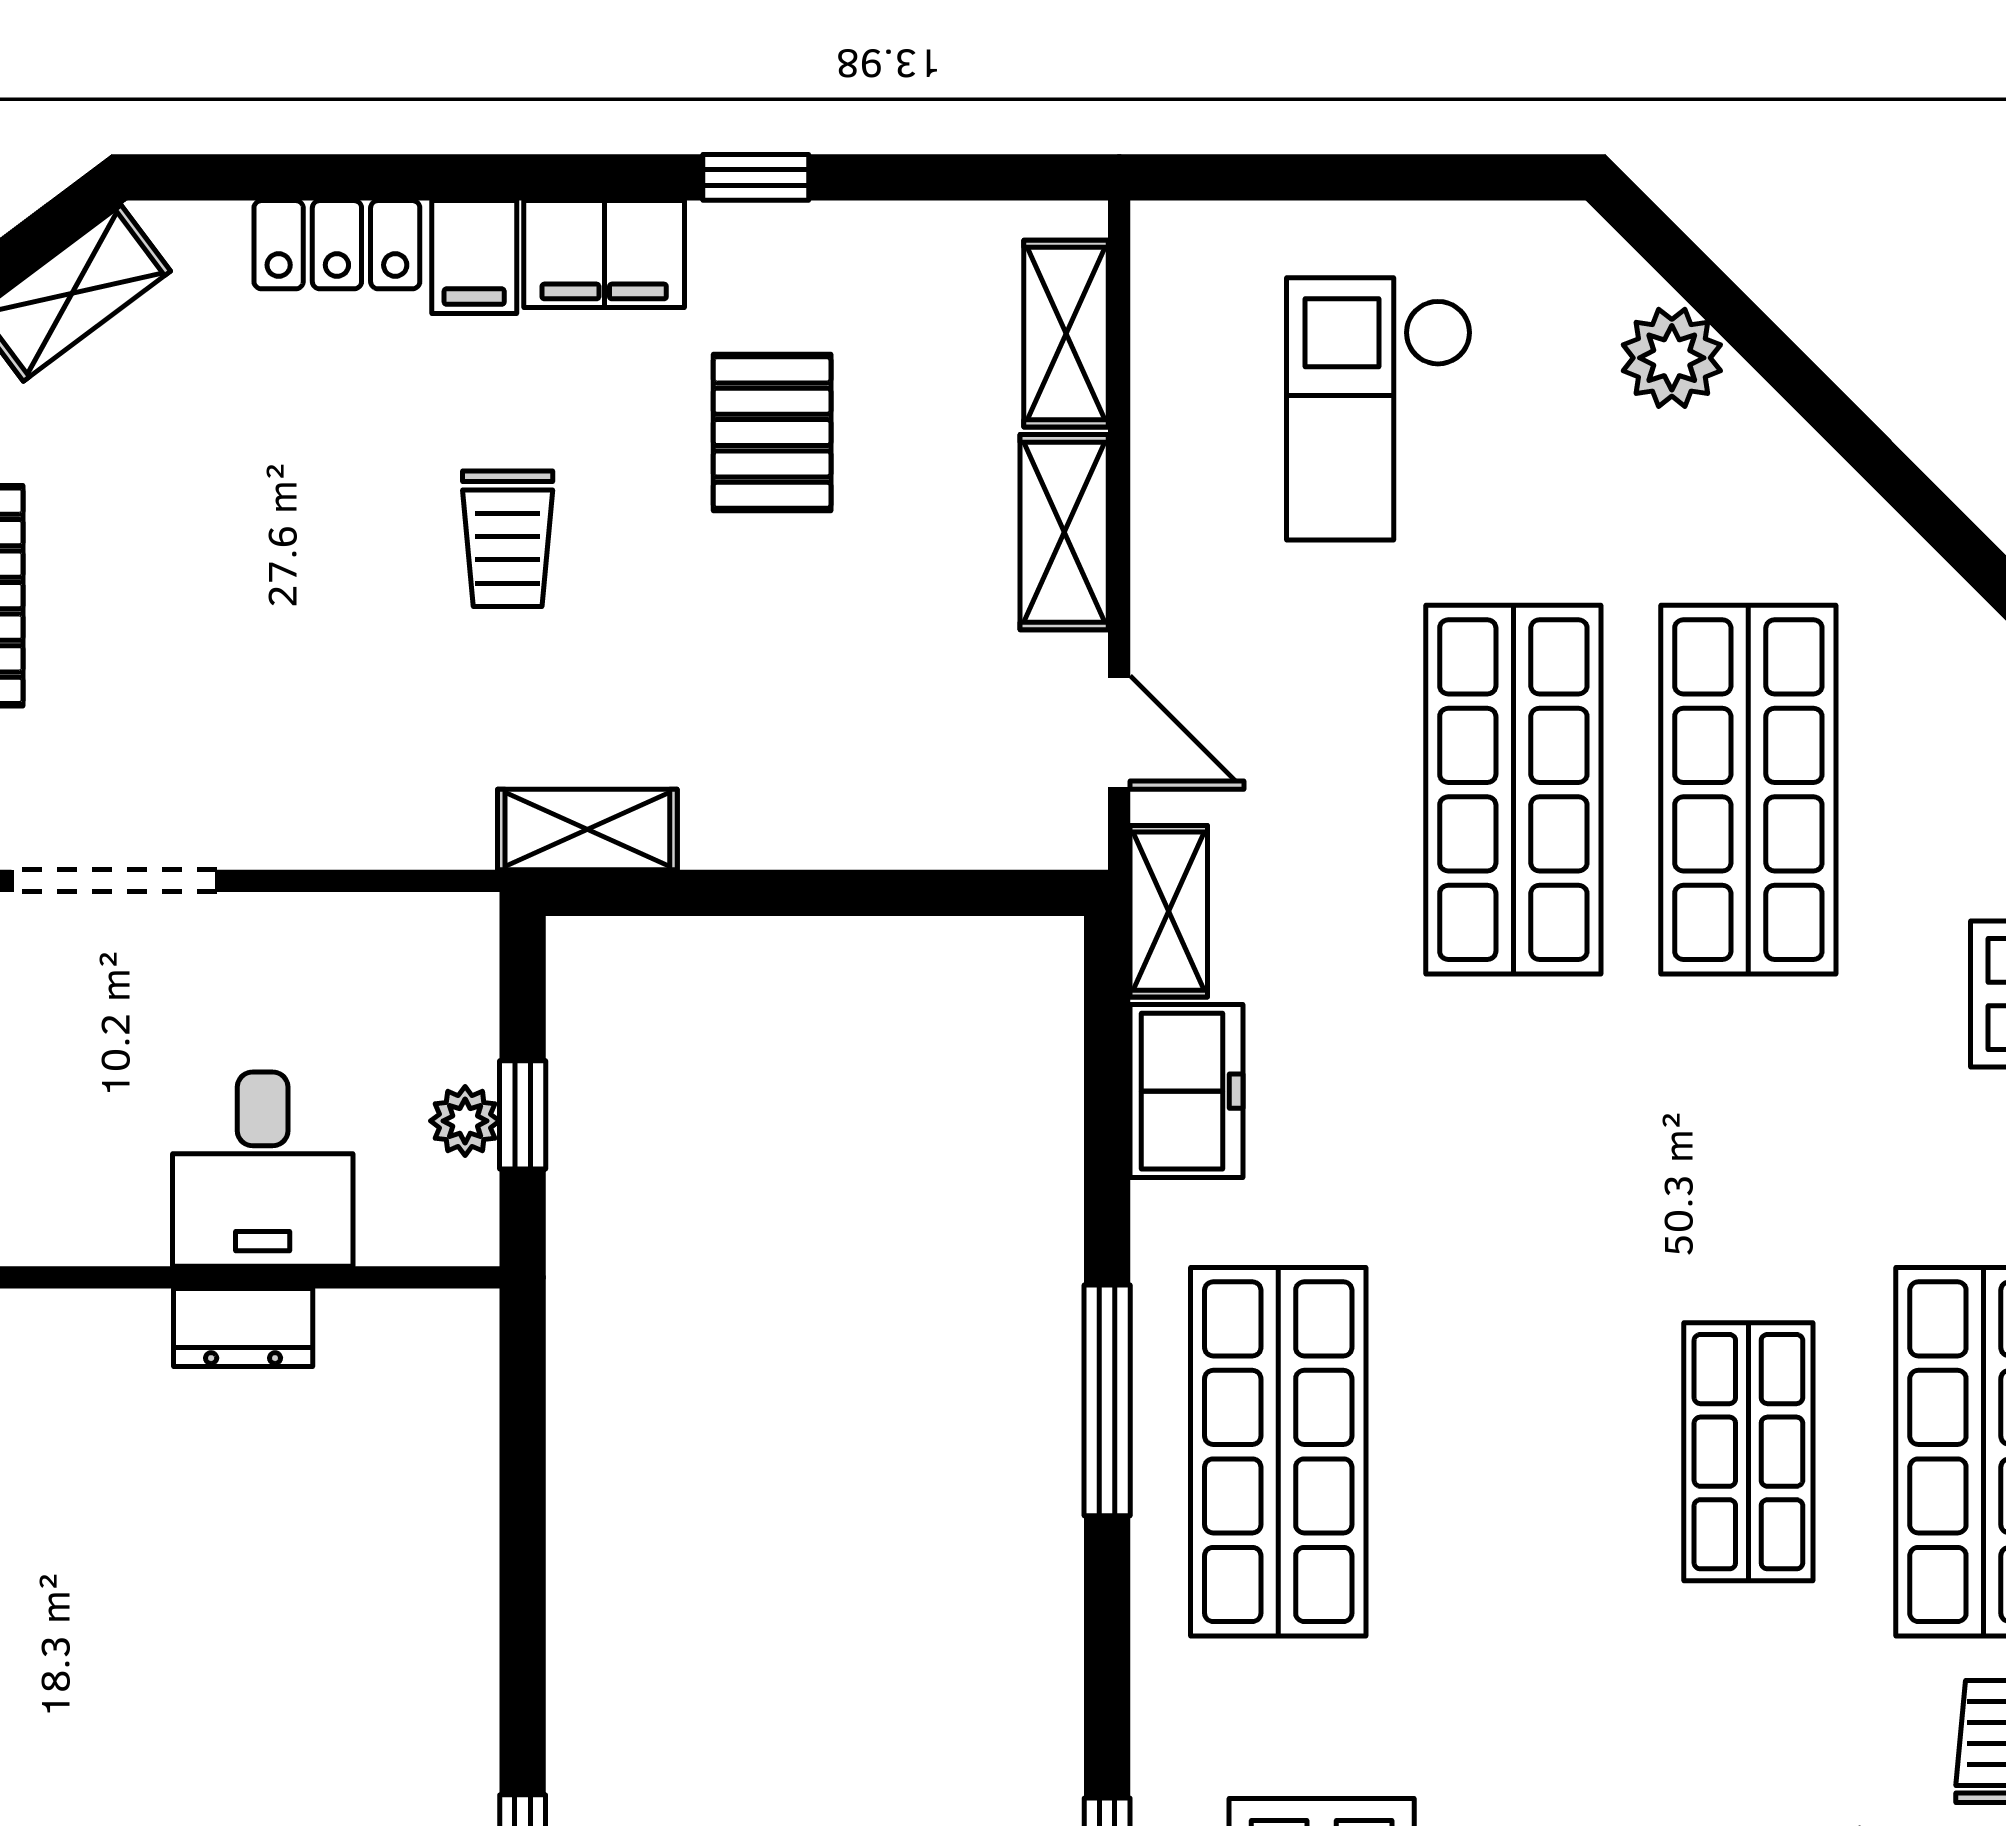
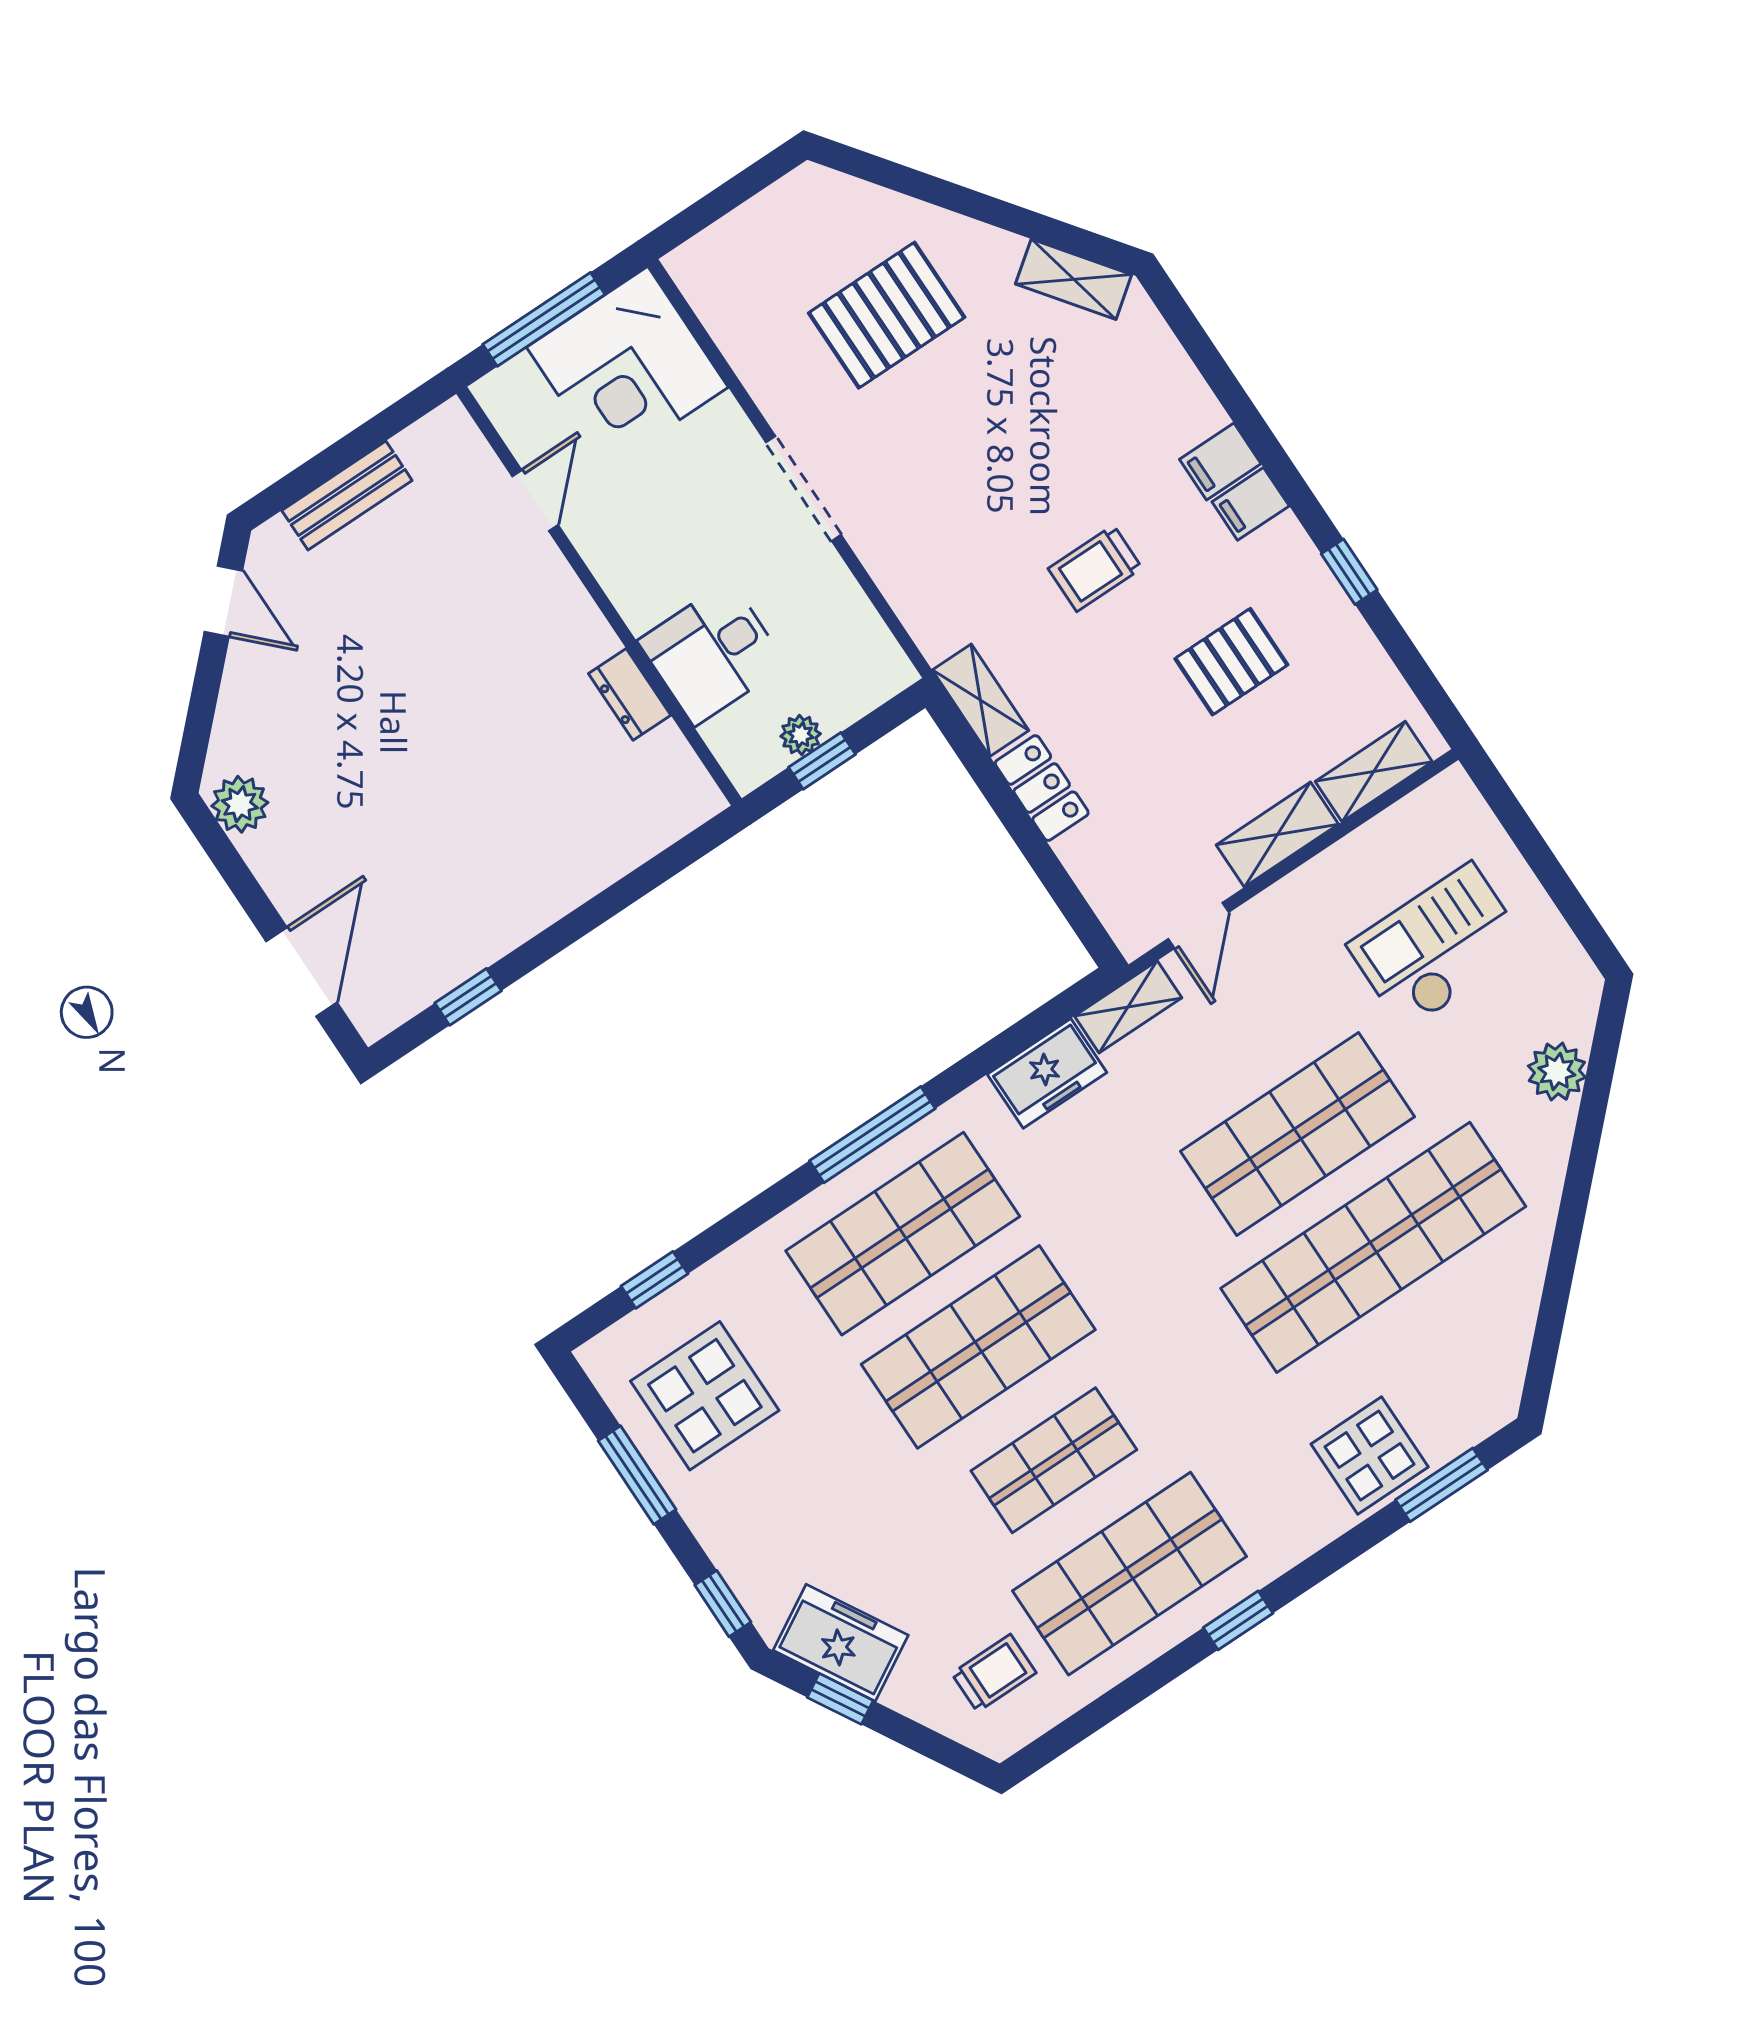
locker: (337, 245) -> (1042, 788), moved, turned 180
filing cabinet: (604, 254) -> (1251, 504), width x0.50
shop shelf: (1748, 790) -> (1373, 1247), width x1.40
shop shelf: (1513, 1452) -> (978, 1347), added

